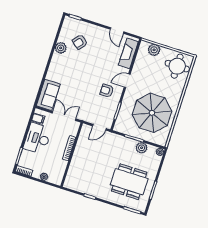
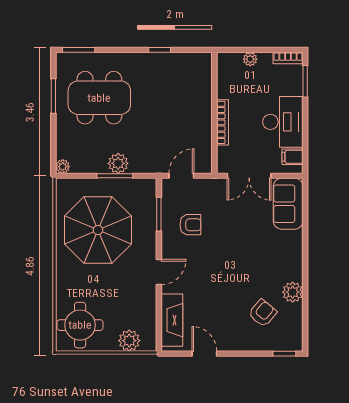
armchair: (107, 91) -> (190, 225), moved
plant: (142, 148) -> (118, 163), moved

